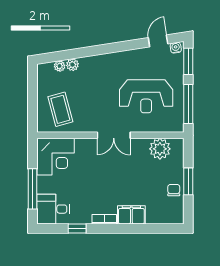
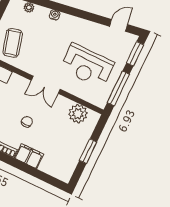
water cooler: (176, 48) -> (55, 15), moved
plant: (72, 65) -> (40, 11), removed
chair: (174, 190) -> (27, 122), moved

